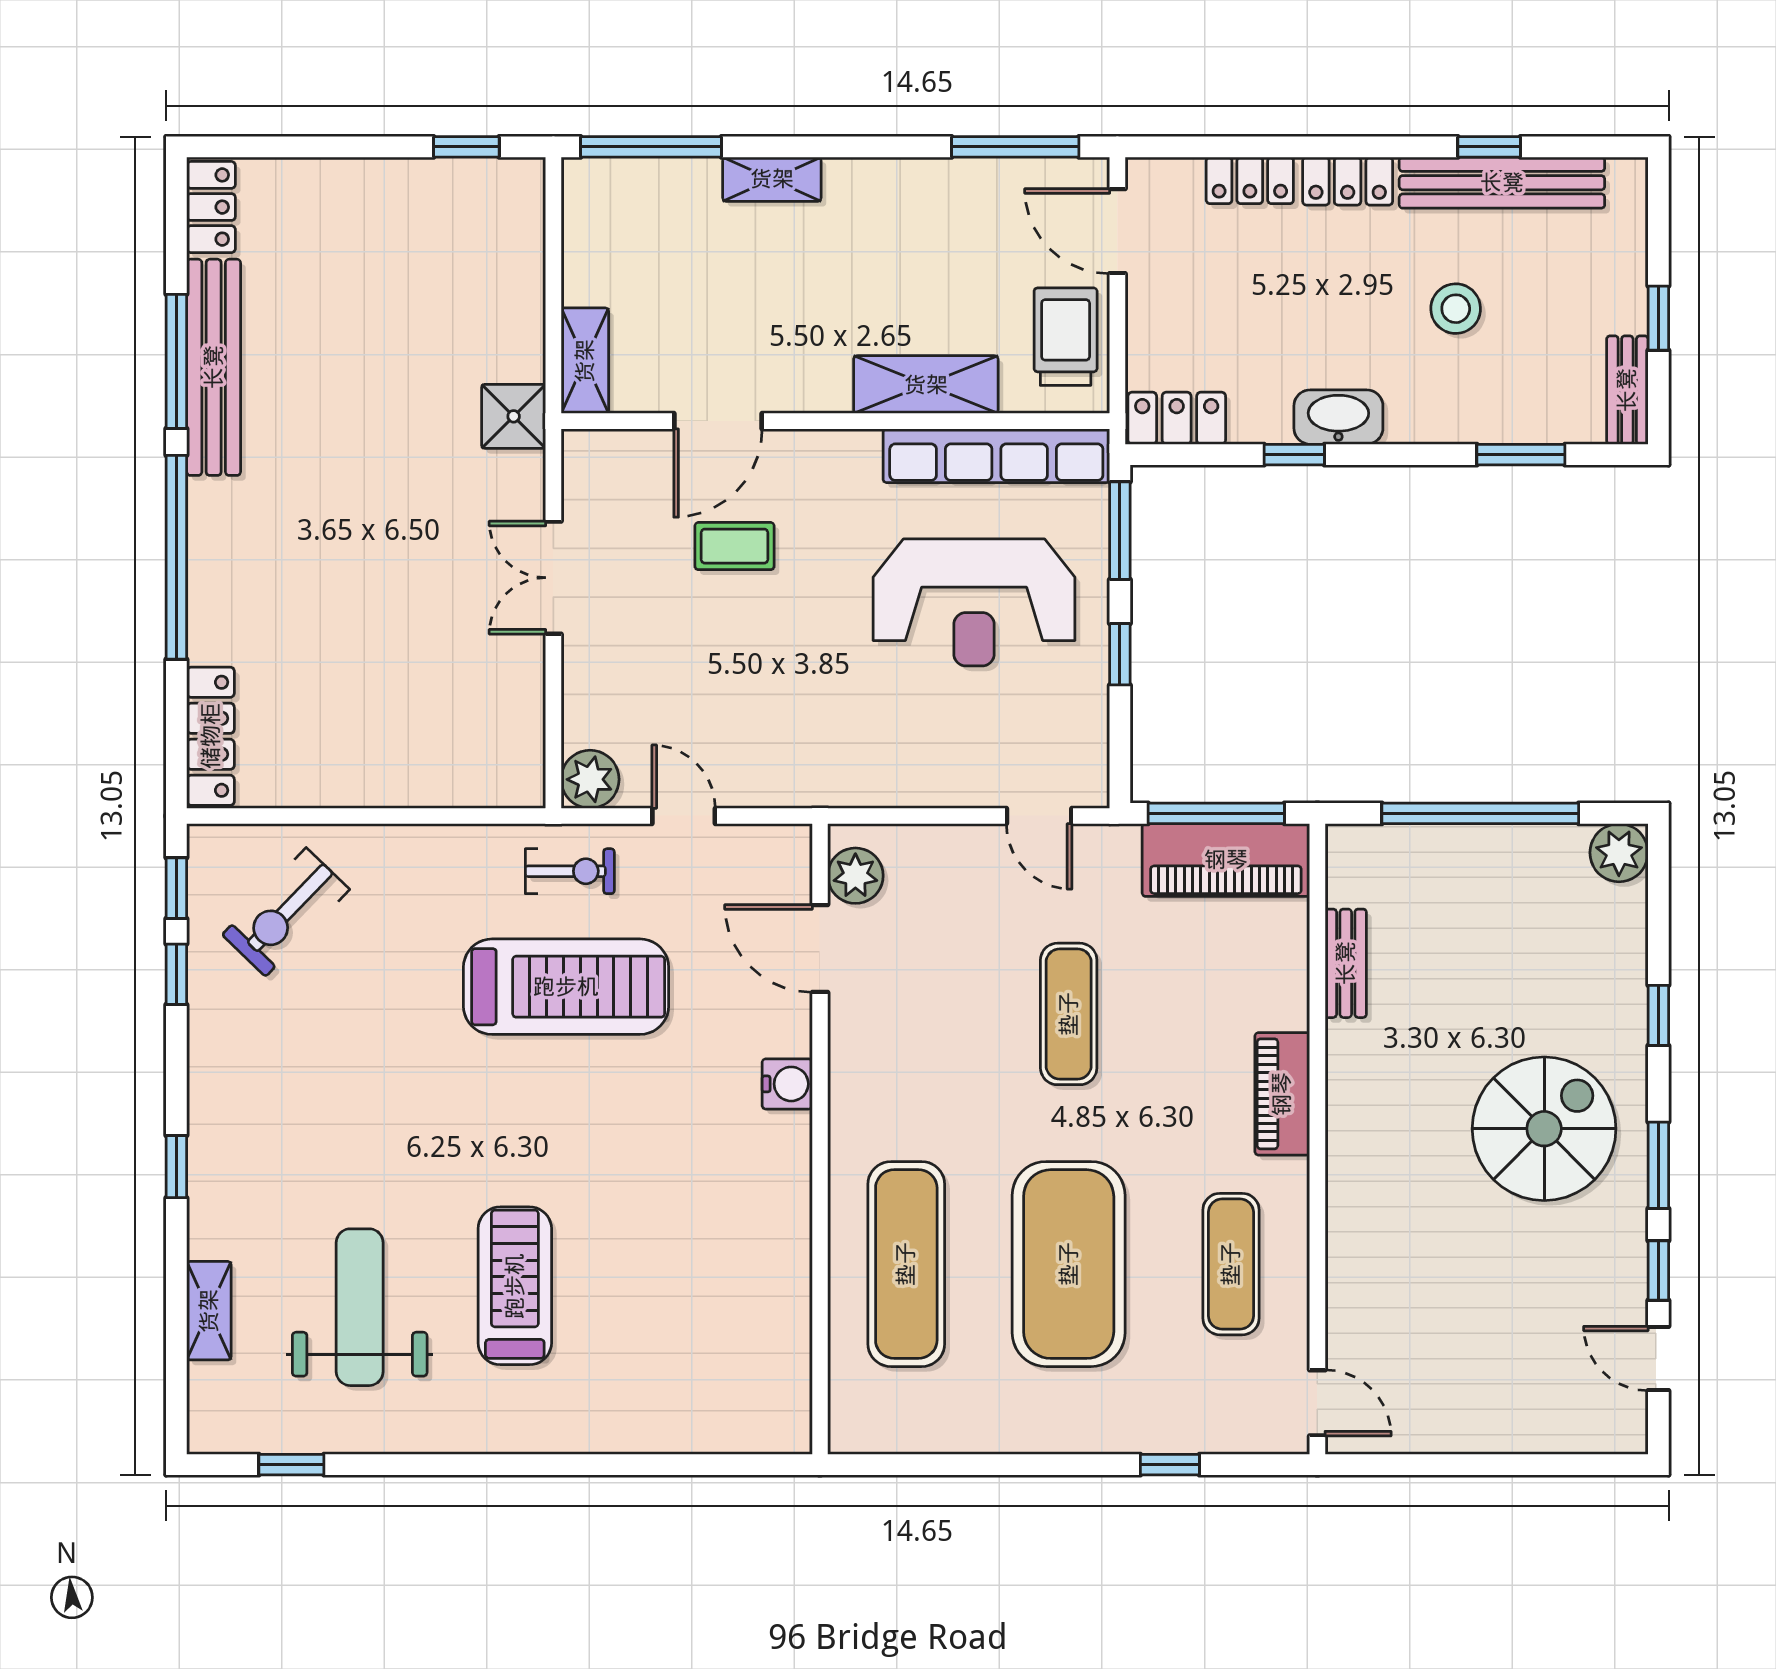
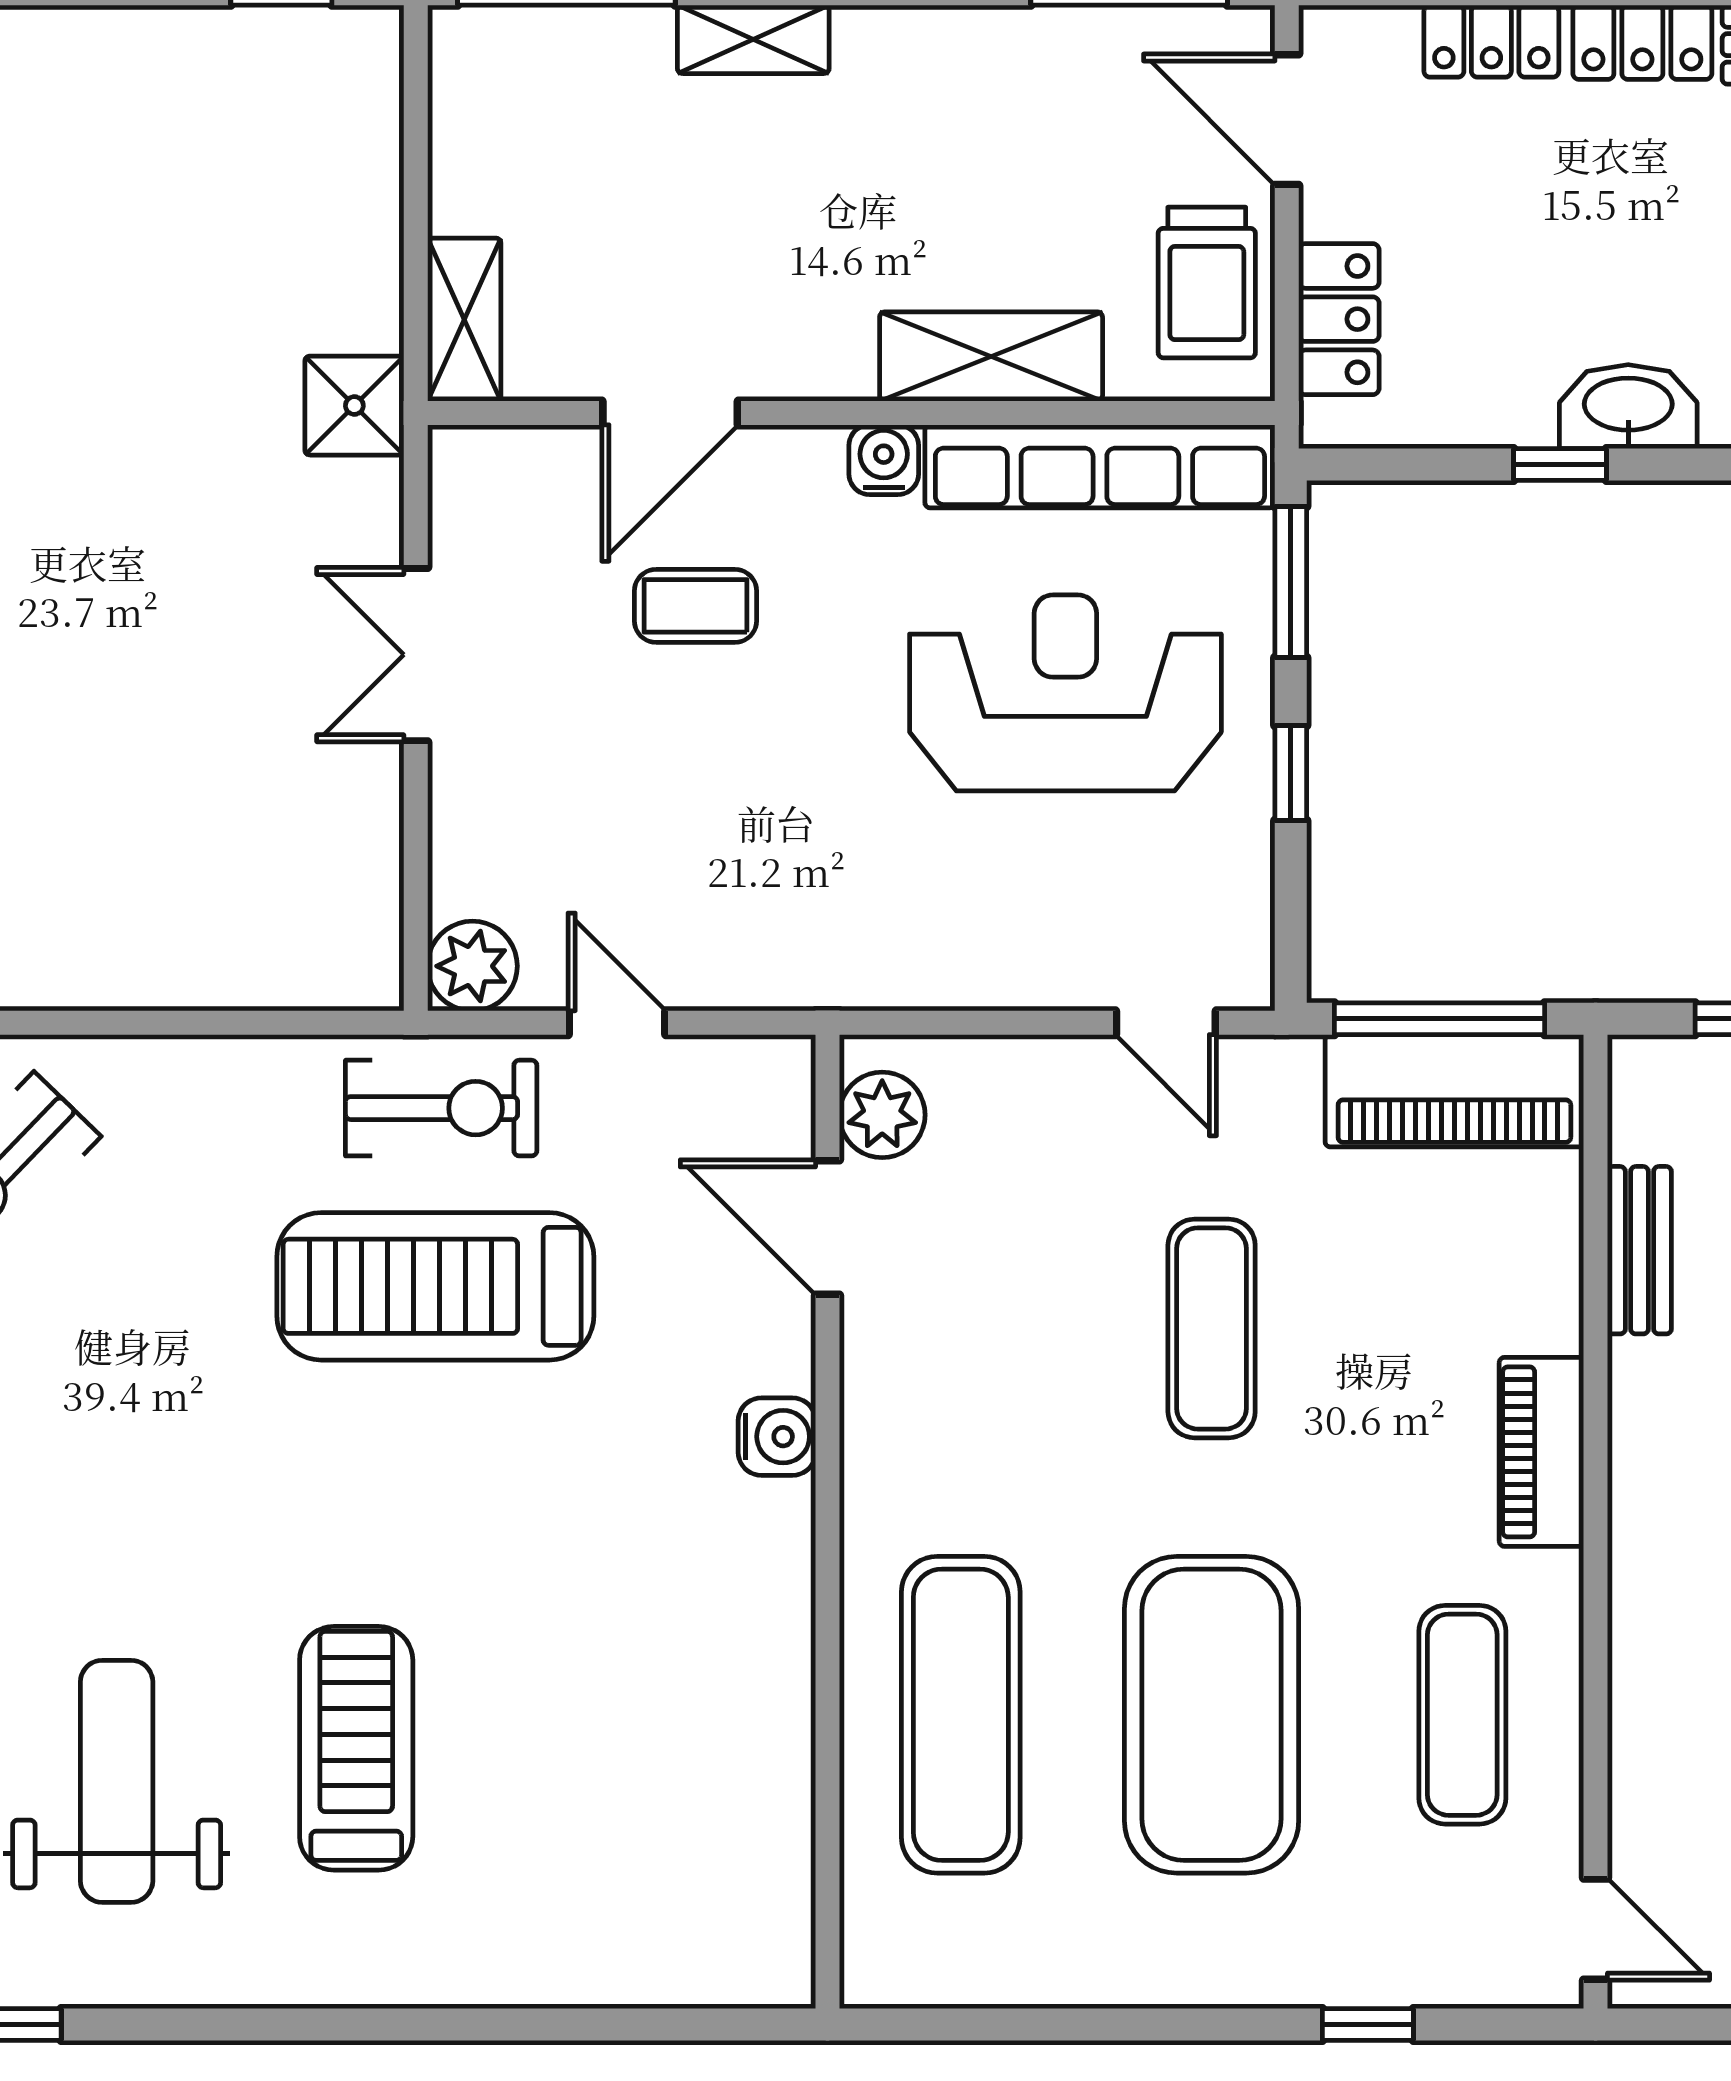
trolley: (1066, 337) -> (1207, 283), turned 180
locker: (1177, 418) -> (1339, 319), moved, turned 90
water cooler: (856, 451) -> (884, 460), added
reception desk: (974, 602) -> (1065, 693), turned 180
exercise bike: (570, 871) -> (441, 1108), width x1.38, depth x1.39
treadmill: (566, 987) -> (435, 1286), turned 180

